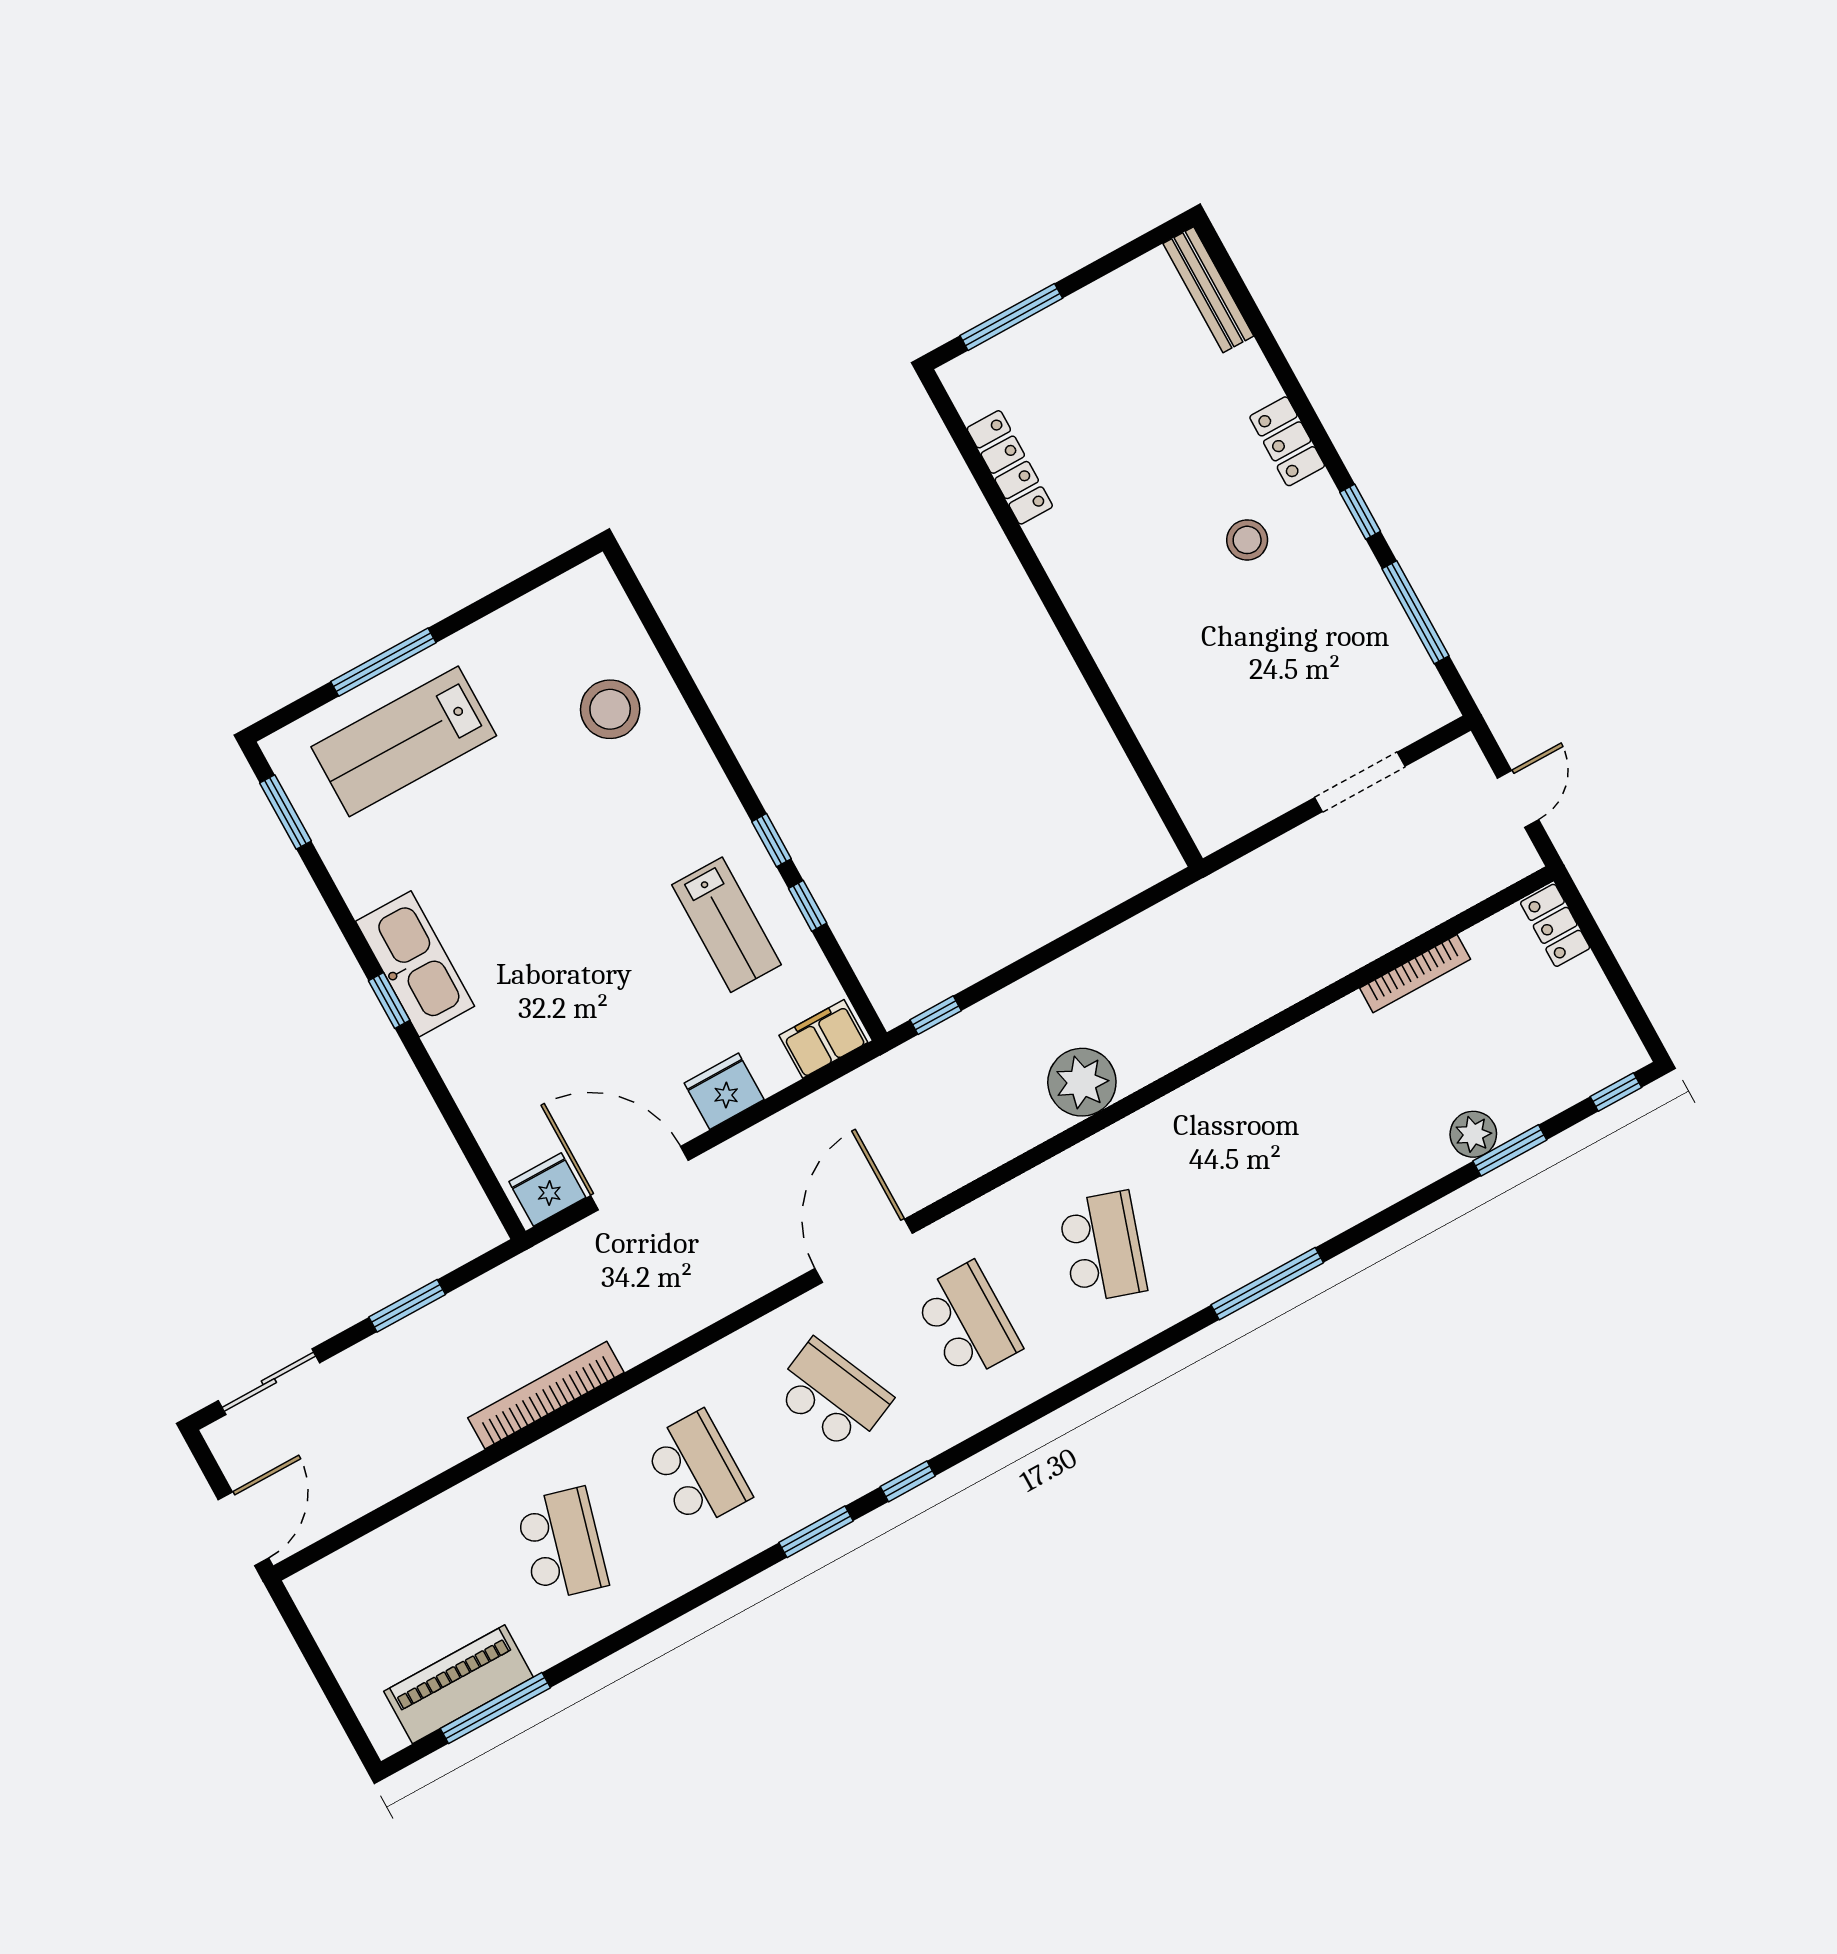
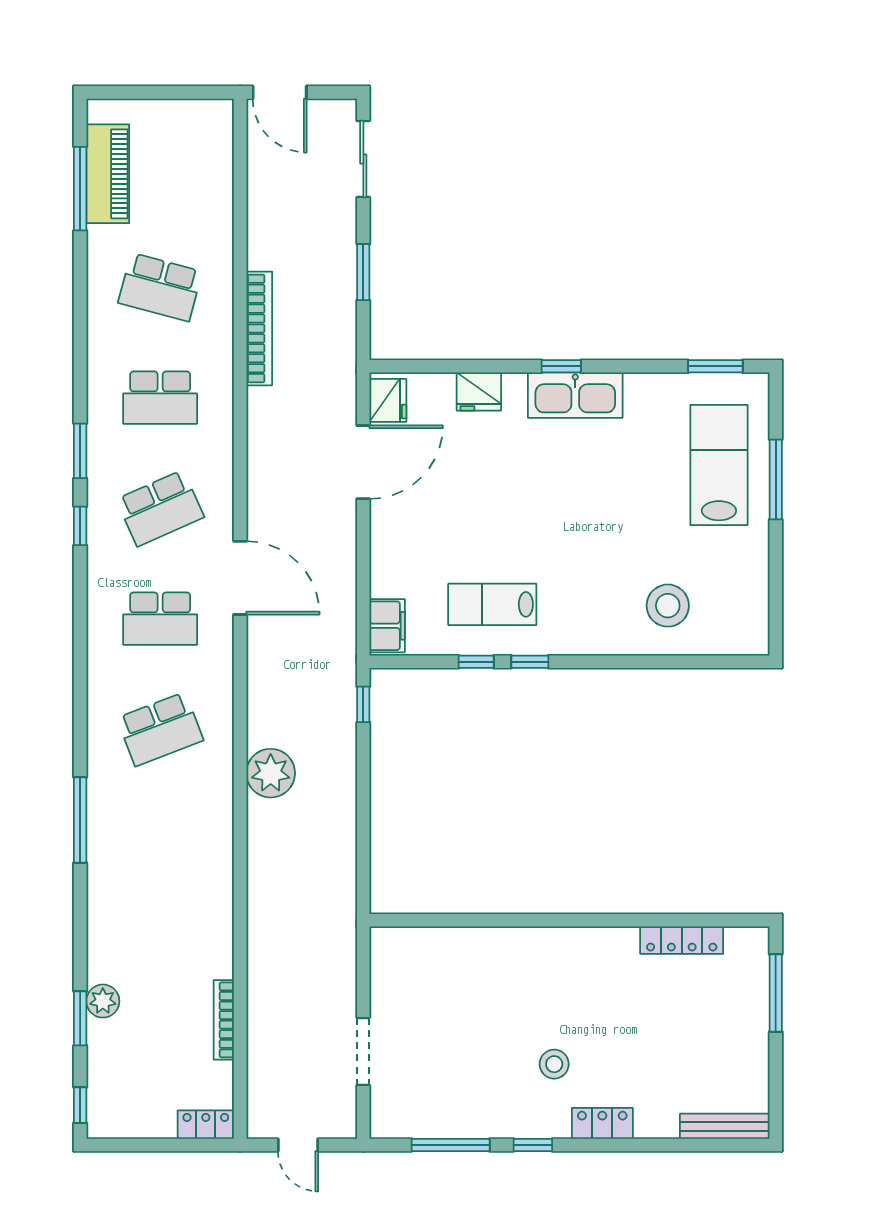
fridge: (724, 1091) -> (479, 392), moved, turned 90
school desk: (1102, 1247) -> (160, 729), turned -39

